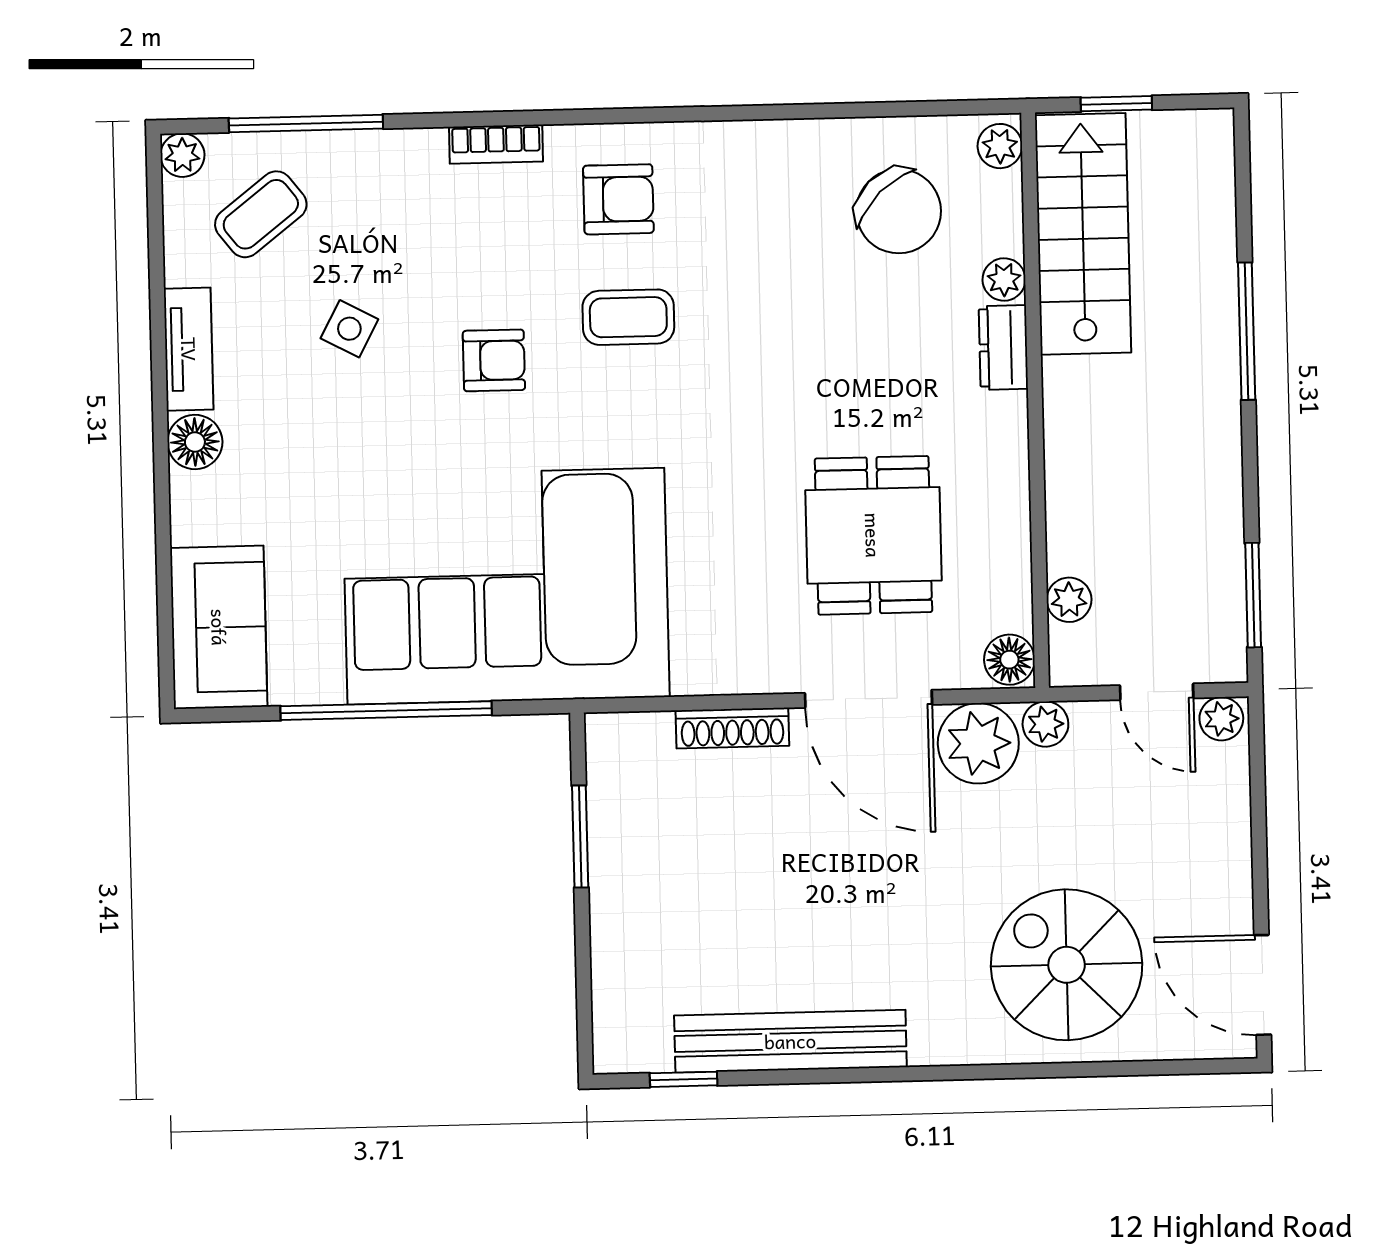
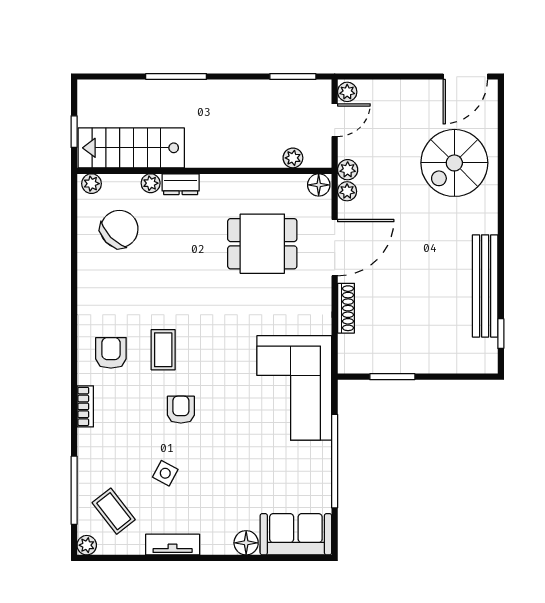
floor lamp: (195, 442) -> (246, 543), moved
corner sofa: (506, 586) -> (294, 388), width x0.73, depth x0.74
plant: (978, 743) -> (347, 191), width x0.53, depth x0.53

